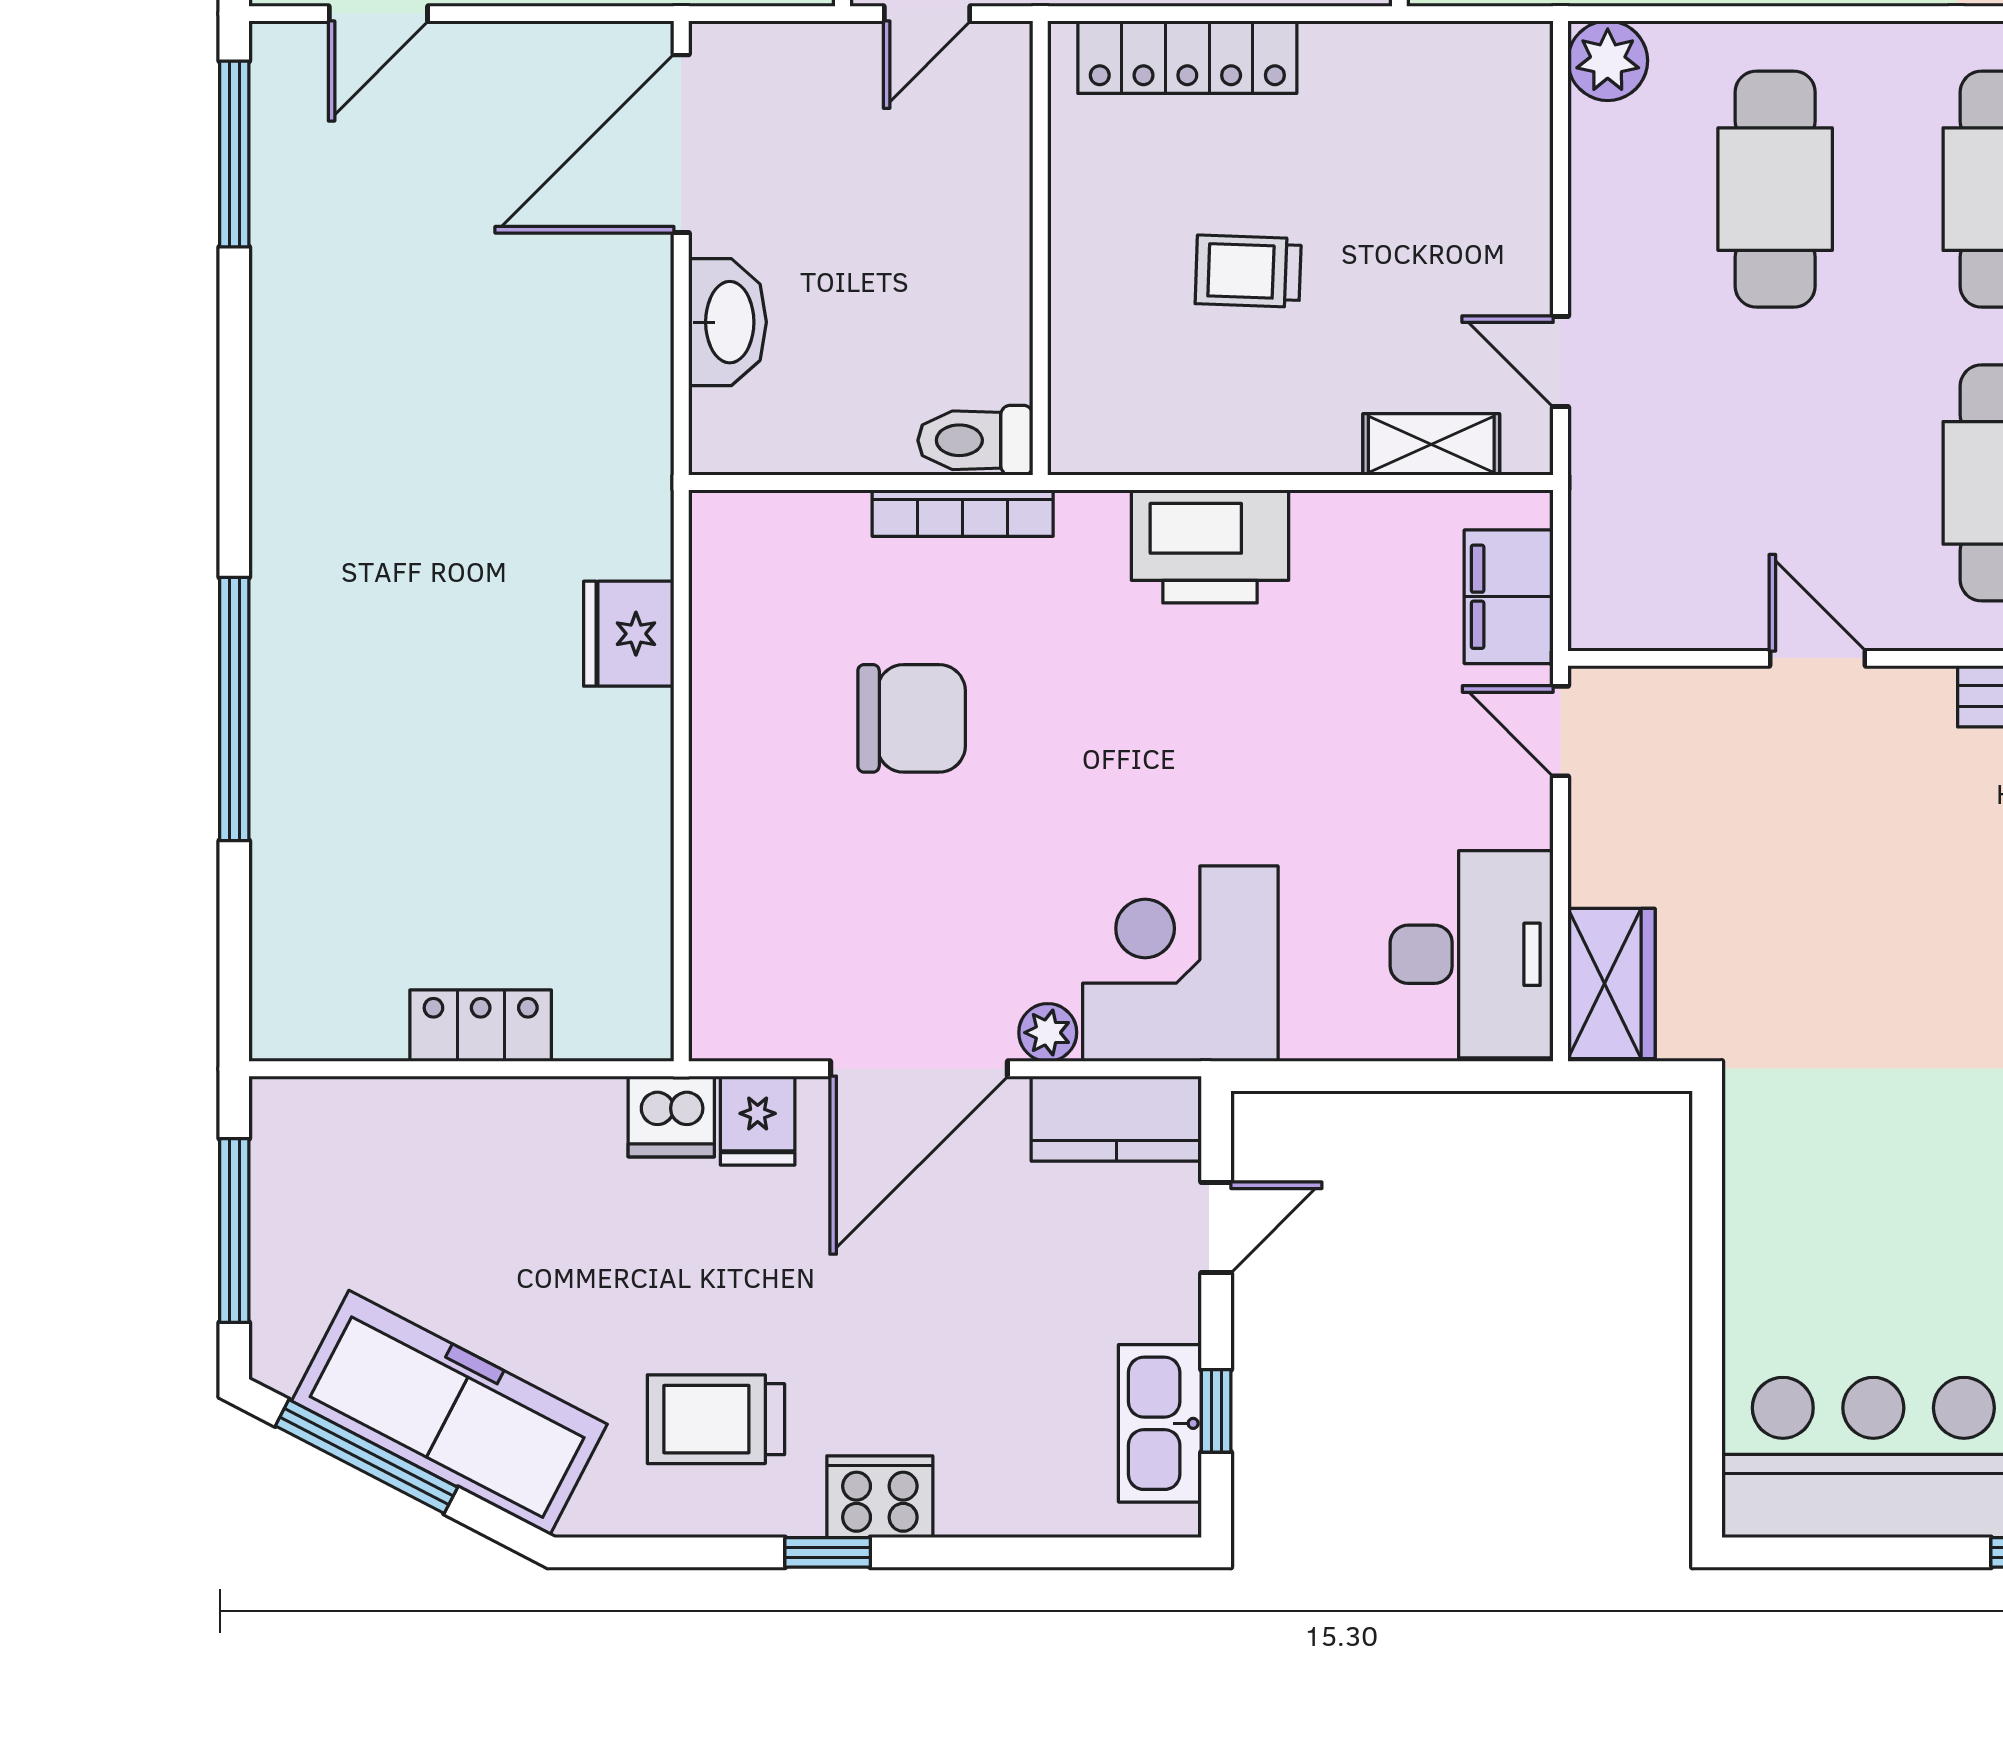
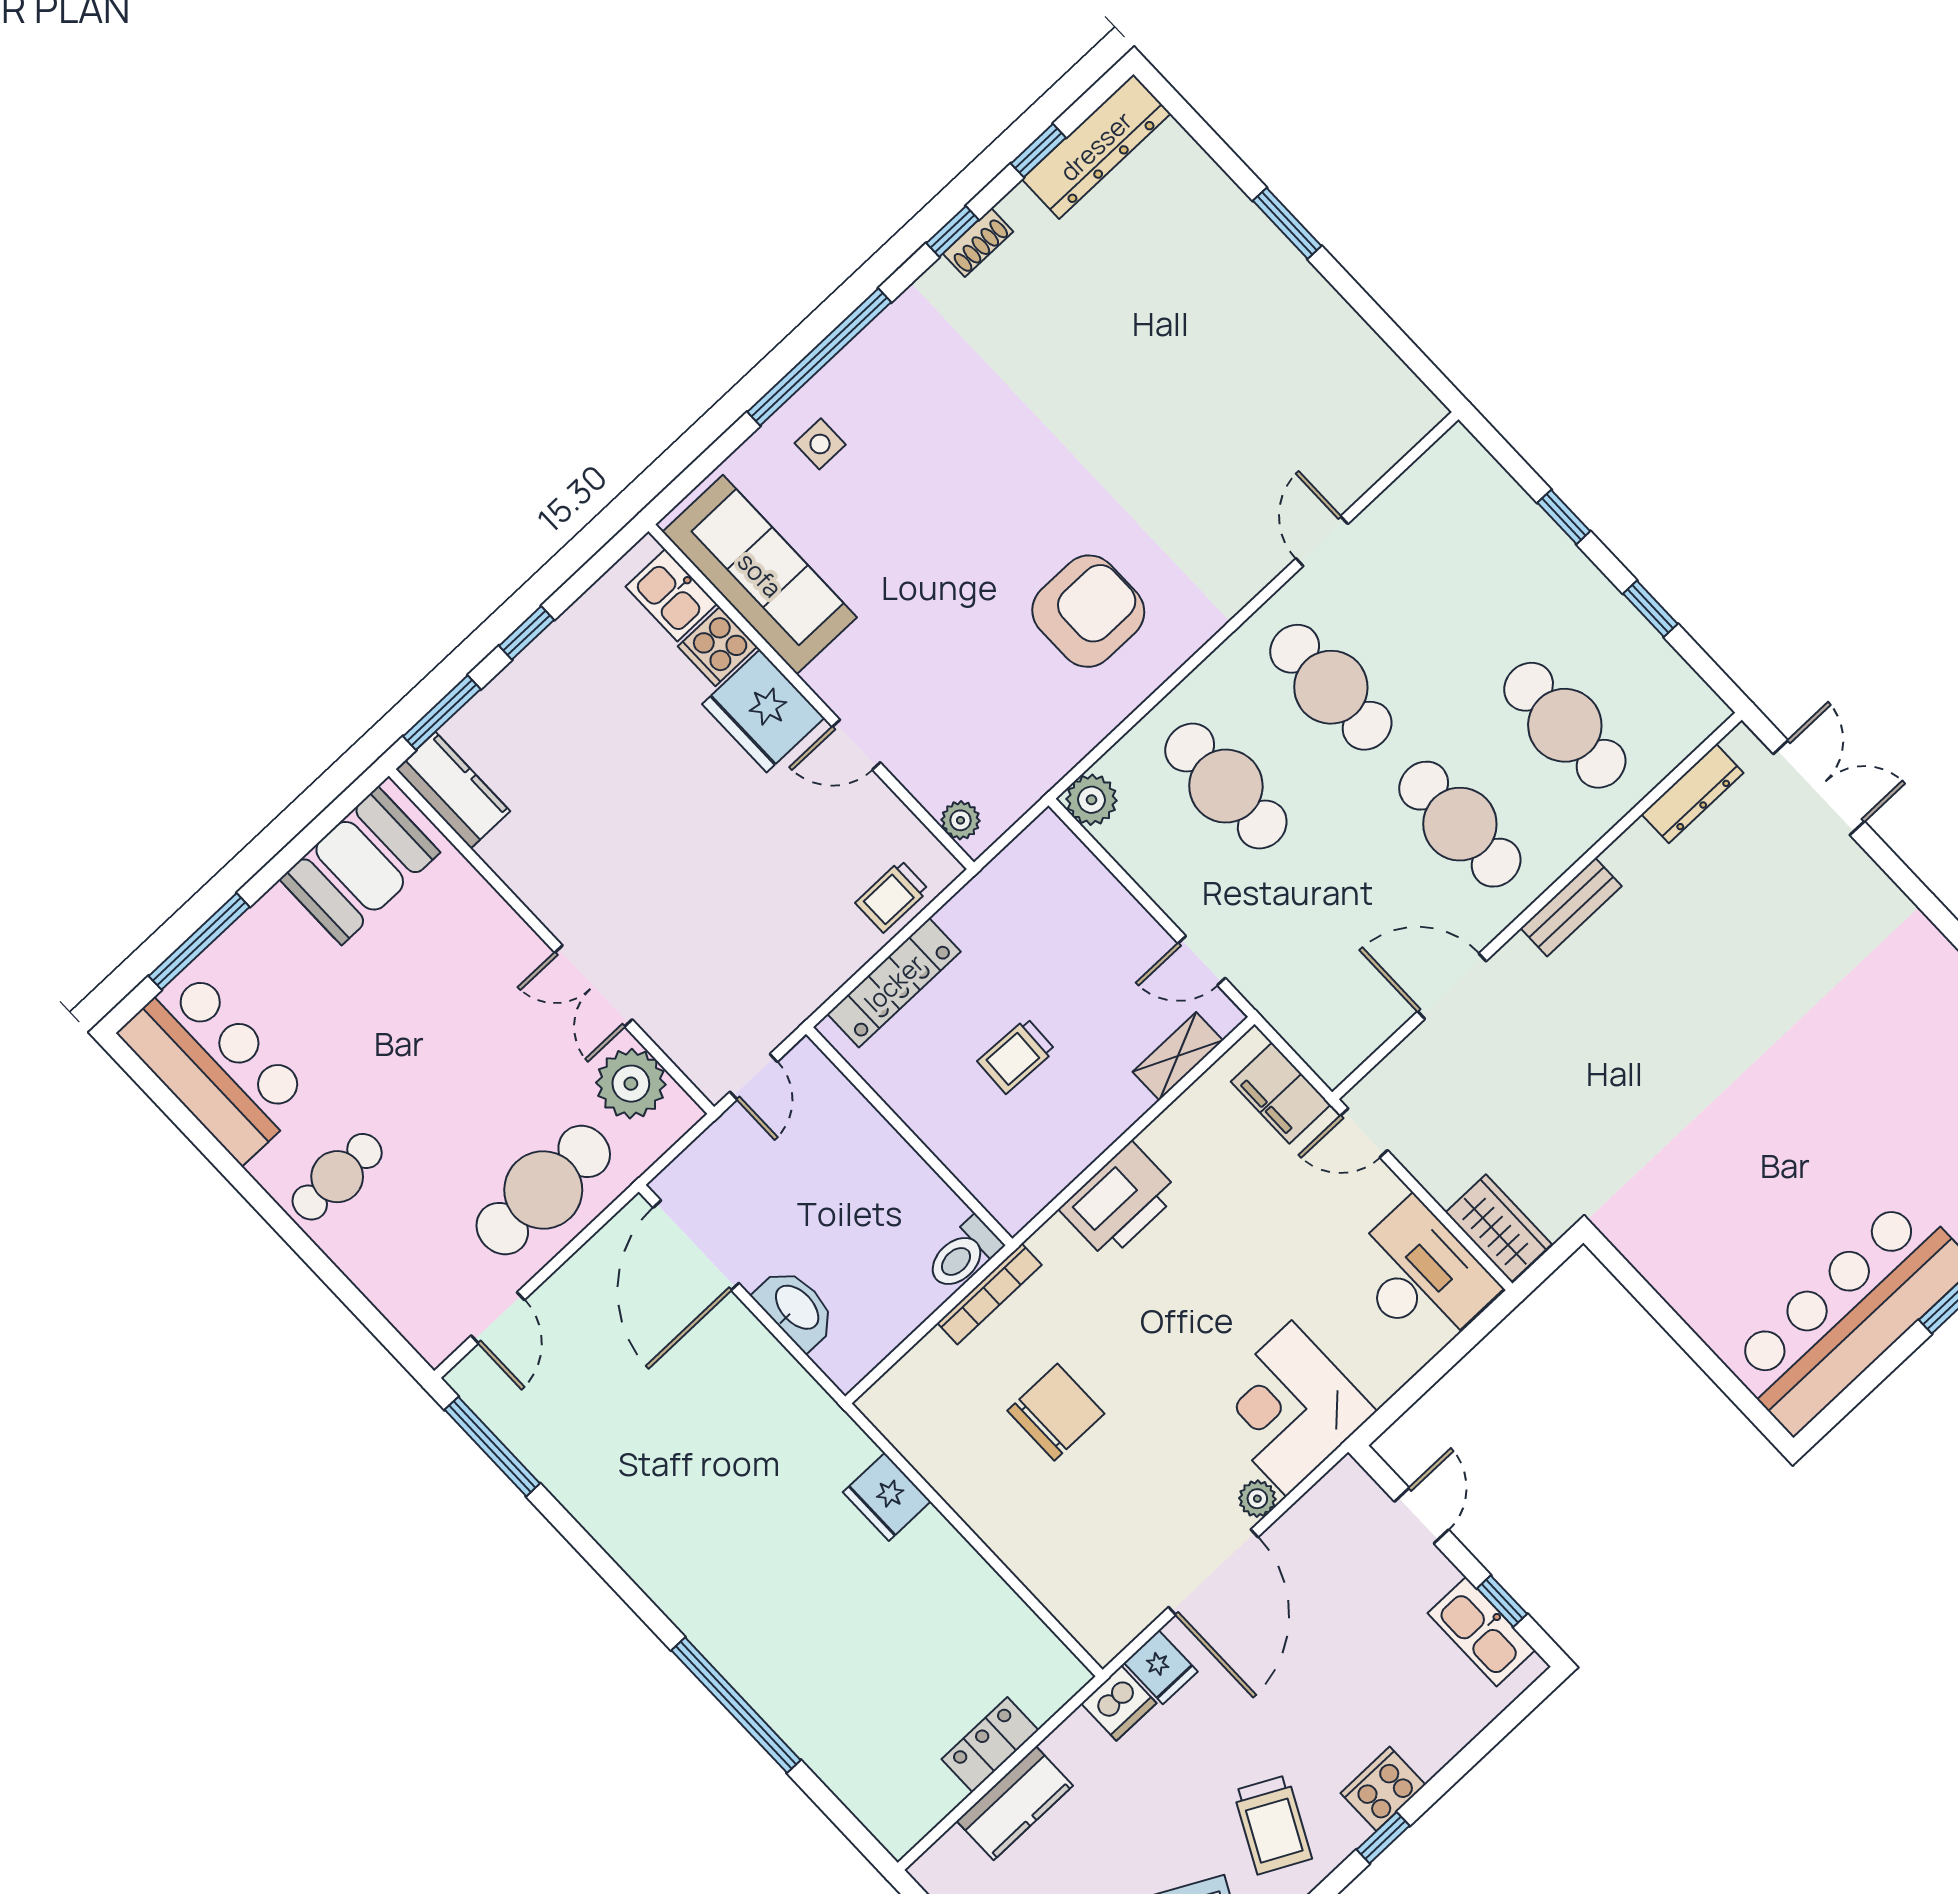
door: (1817, 658) -> (1452, 986), width x1.38
kitchen counter: (1116, 1119) -> (1015, 1803), moved
trolley: (716, 1419) -> (1273, 1825), turned -63

